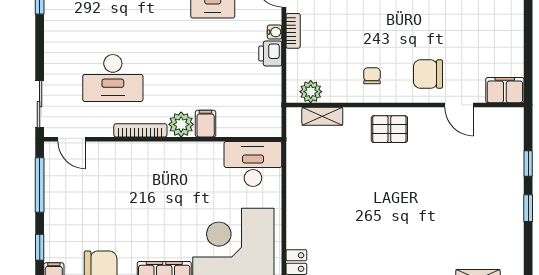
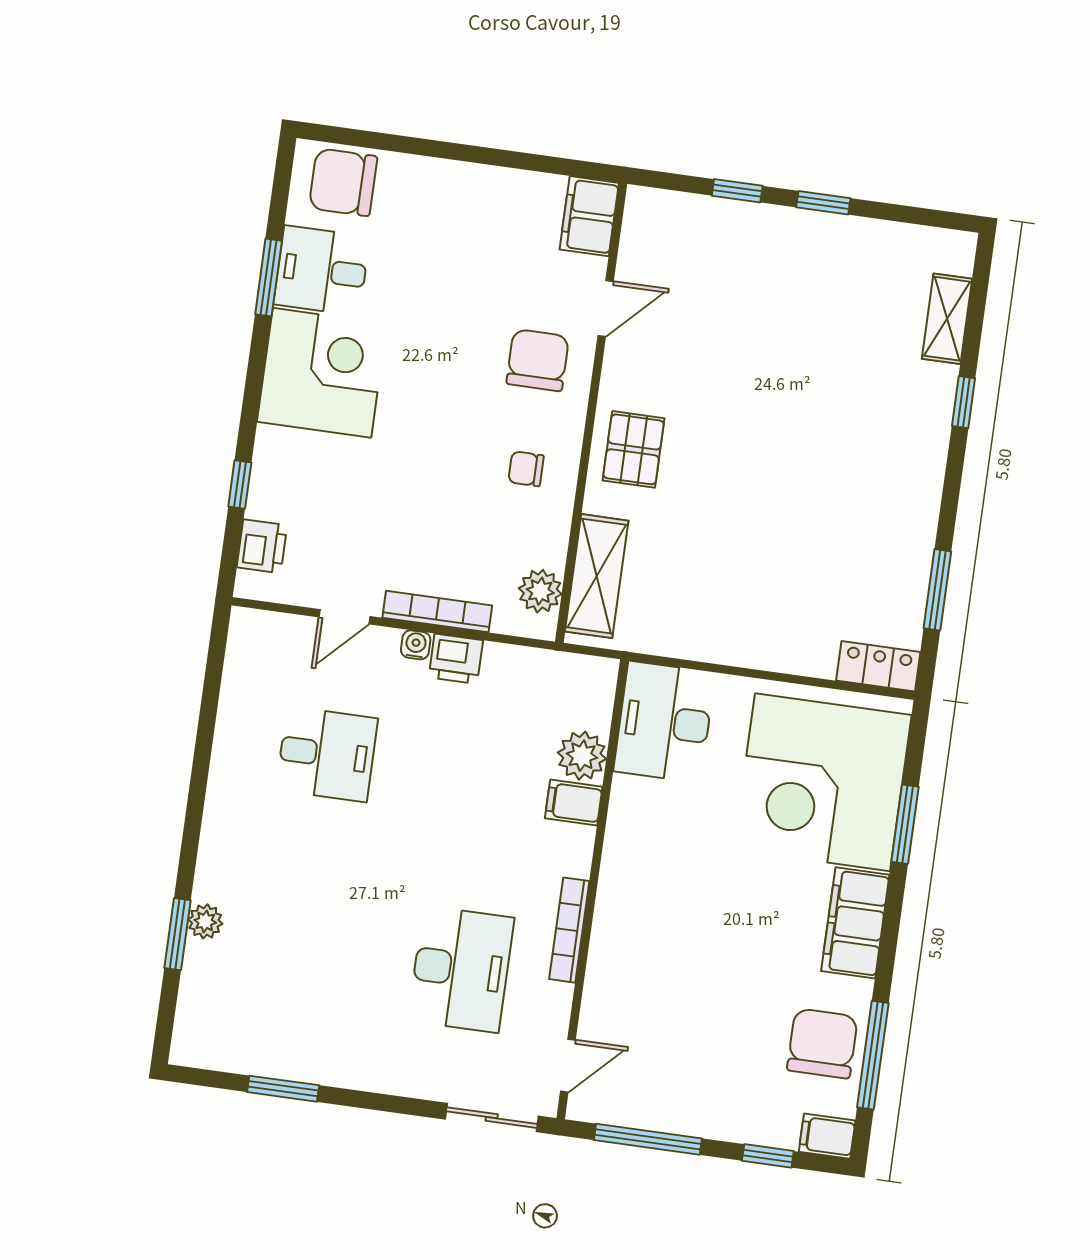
bookcase: (293, 31) -> (437, 612), width x1.56
chair: (428, 74) -> (538, 360), turned 180
shelving: (322, 116) -> (597, 576), width x1.50, depth x1.33
plant: (181, 124) -> (582, 756), moved

